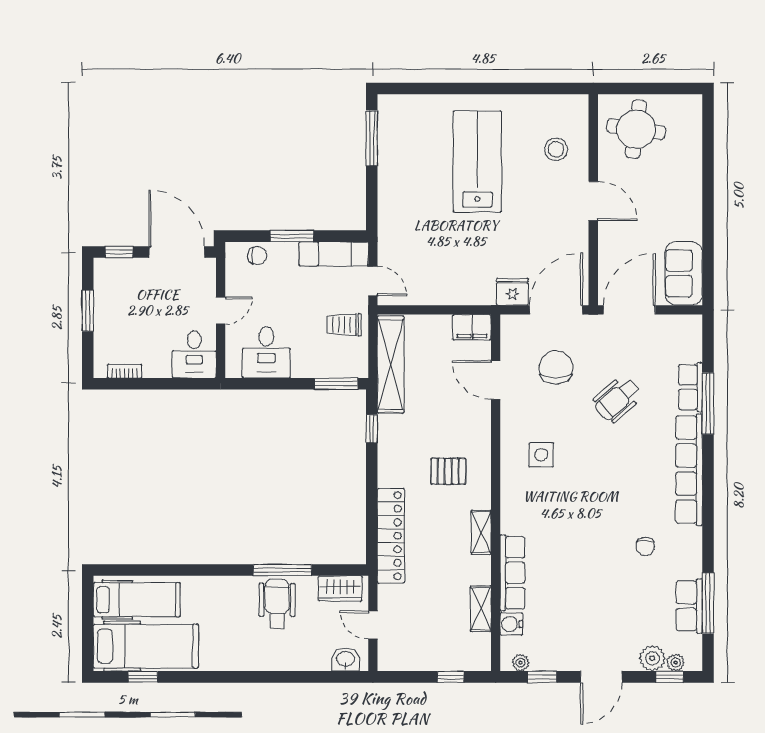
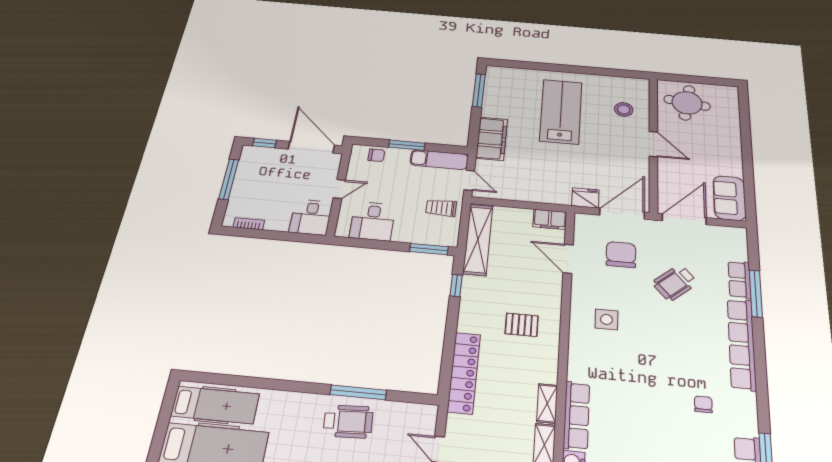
filing cabinet: (394, 215) -> (492, 139), added
window: (88, 311) -> (229, 179), width x1.44
shelving: (481, 532) -> (547, 403), moved
chair: (645, 546) -> (703, 404), turned 180
wardrobe: (340, 588) -> (411, 414), removed
wheelchair: (277, 604) -> (348, 421), turned 87

